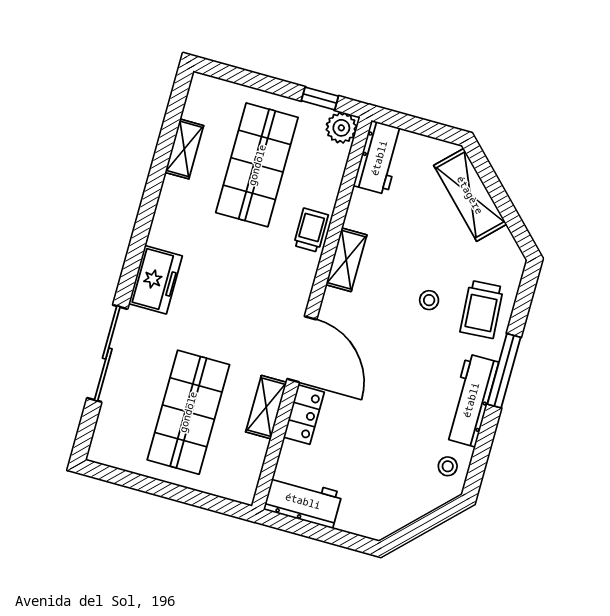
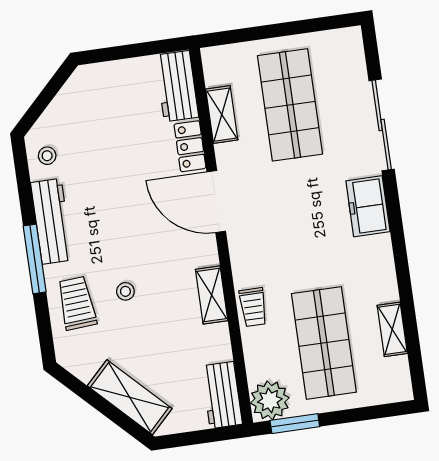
window: (320, 98) -> (295, 424), width x1.50
plant: (341, 128) -> (270, 400), width x1.36, depth x1.36
shelving: (266, 407) -> (222, 115), moved
workbench: (303, 501) -> (177, 86), moved, turned 90

